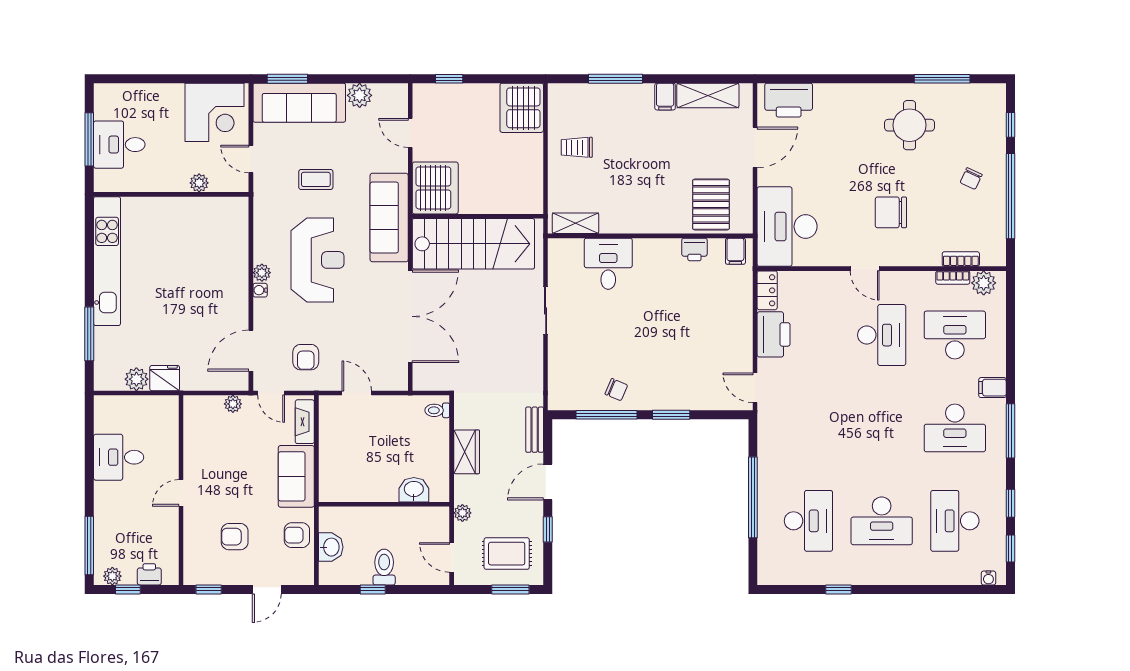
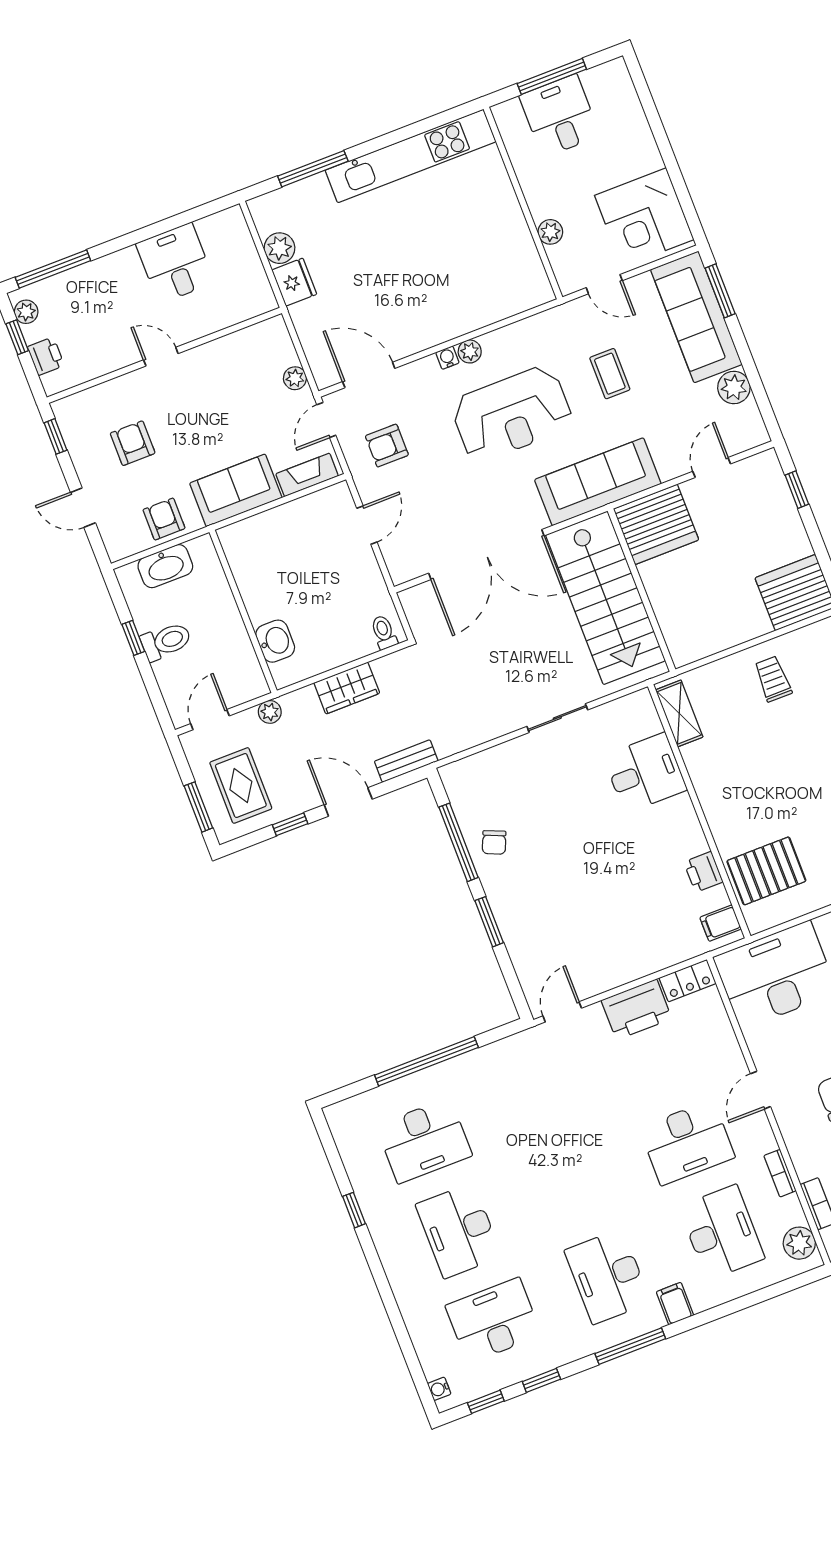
door: (251, 159) -> (604, 284), swing flipped
bookcase: (953, 278) -> (780, 1173), moved
washbasin: (331, 547) -> (165, 566), width x1.38

